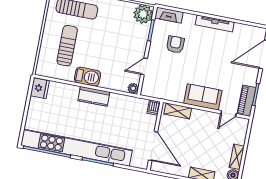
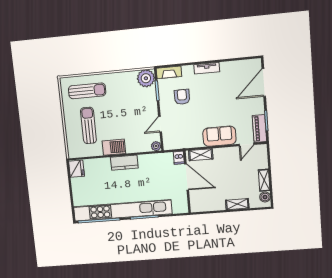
tv unit: (215, 23) -> (207, 68), width x0.71
door: (153, 146) -> (187, 177), moved

